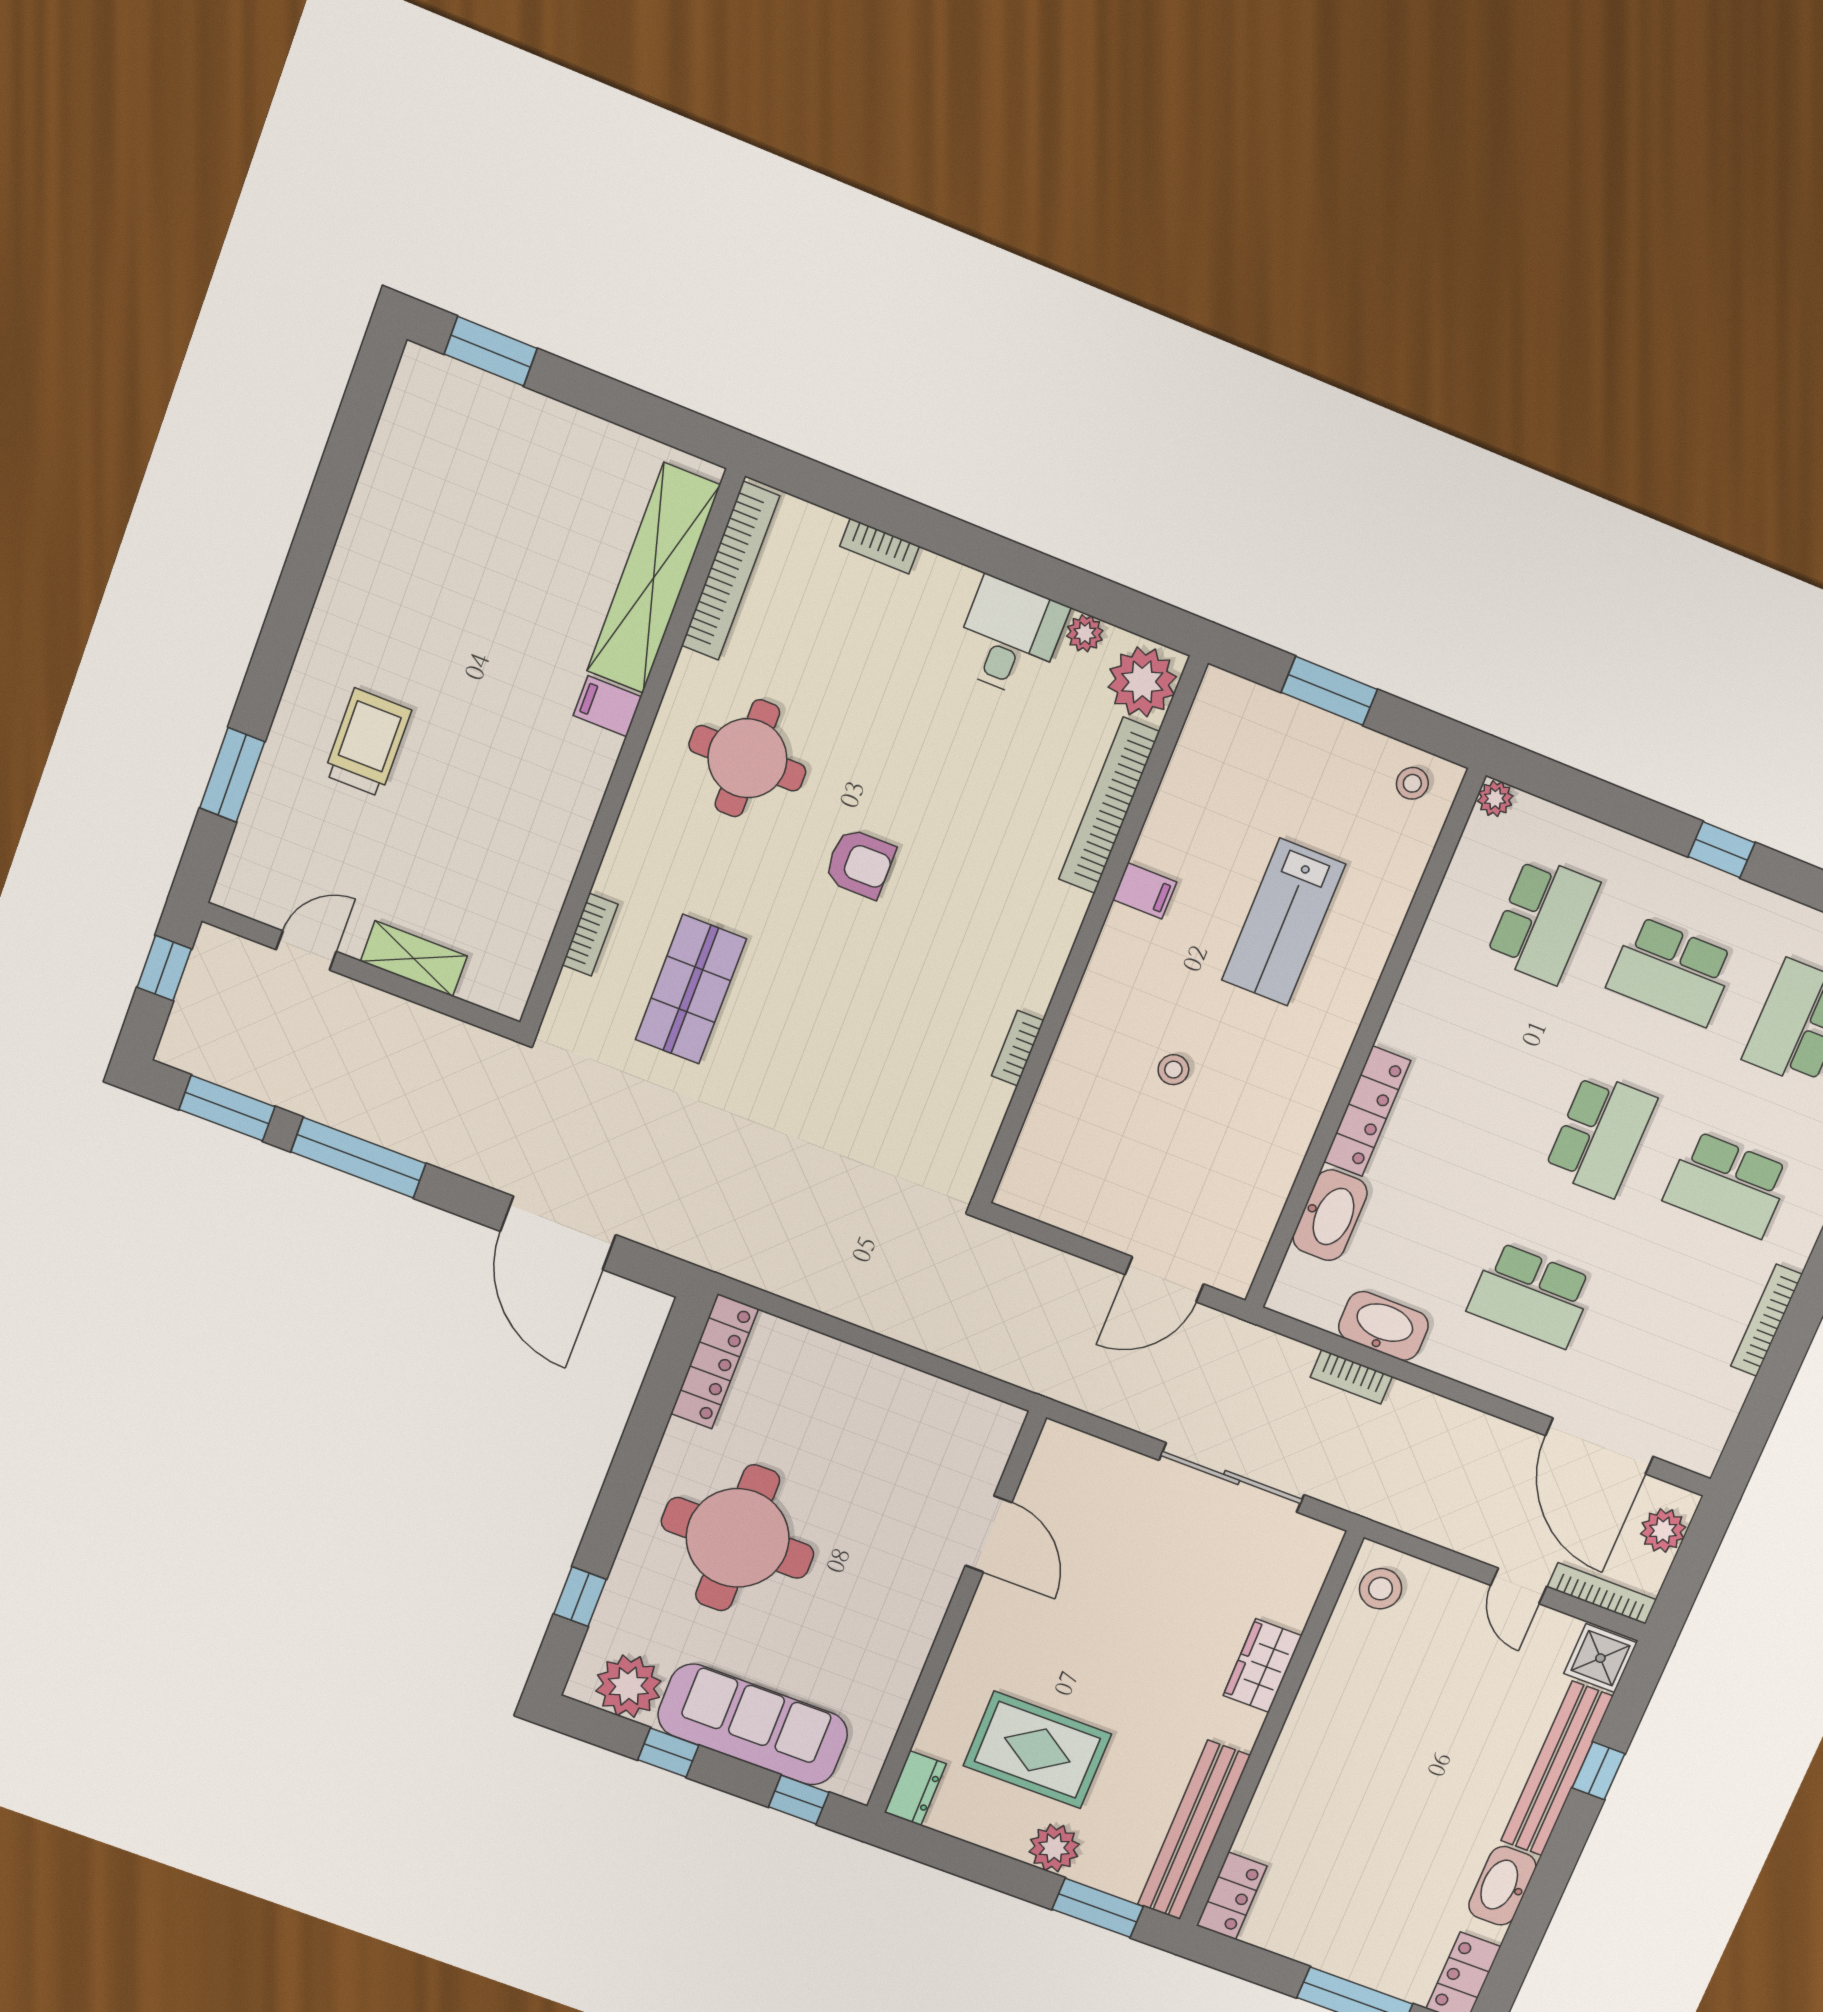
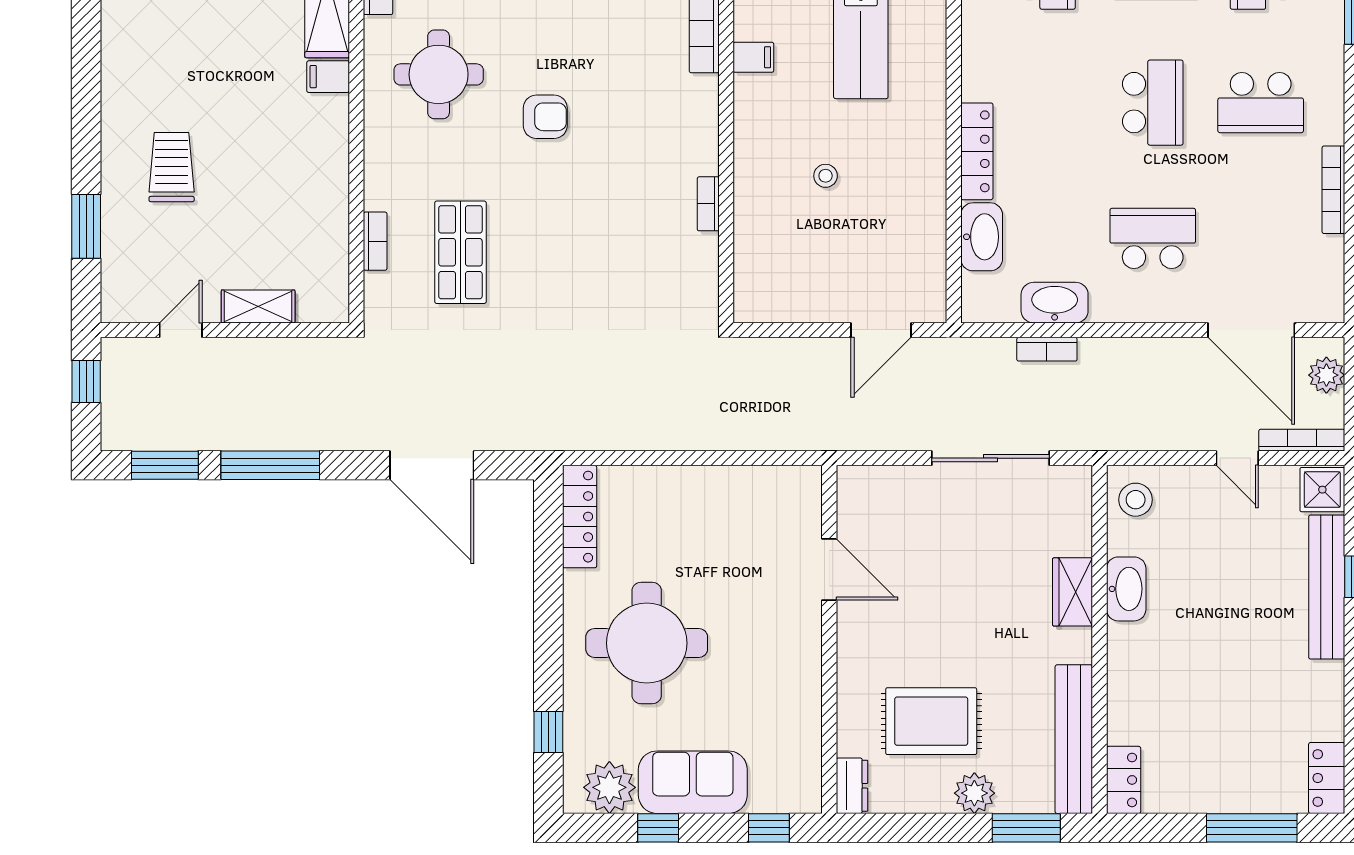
school desk: (1531, 1295) -> (1153, 238), turned 180
sofa: (753, 1725) -> (693, 782), width x0.73
washbasin: (1502, 1886) -> (1126, 589), moved, turned 180

